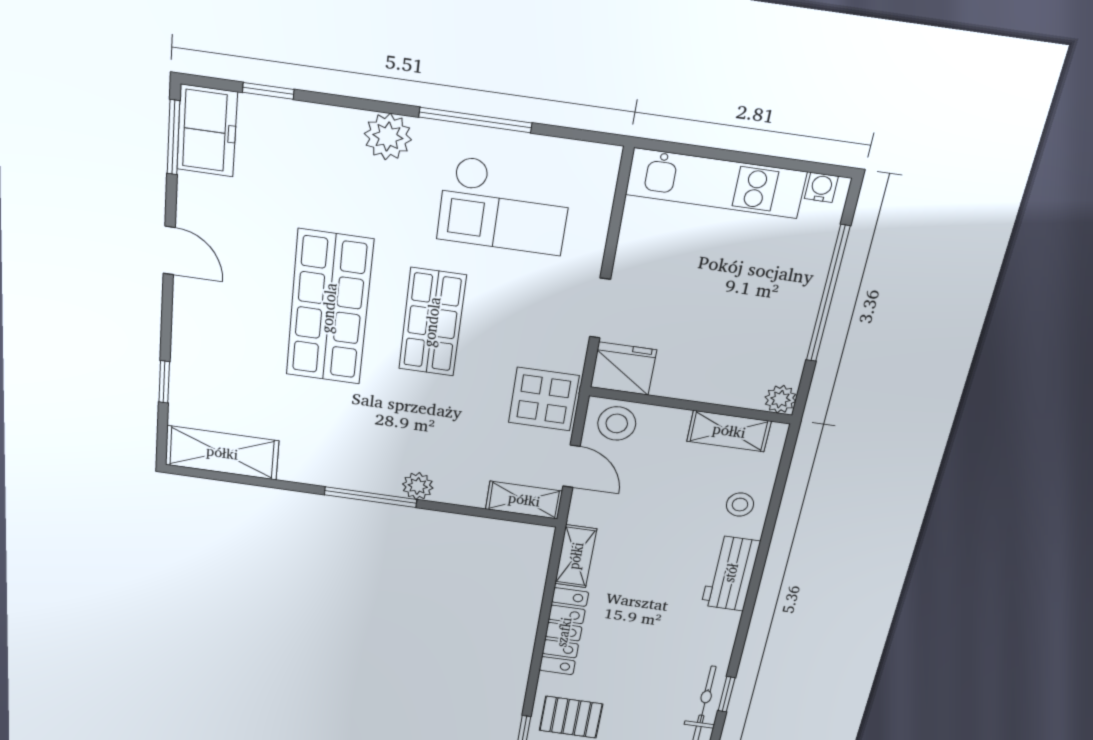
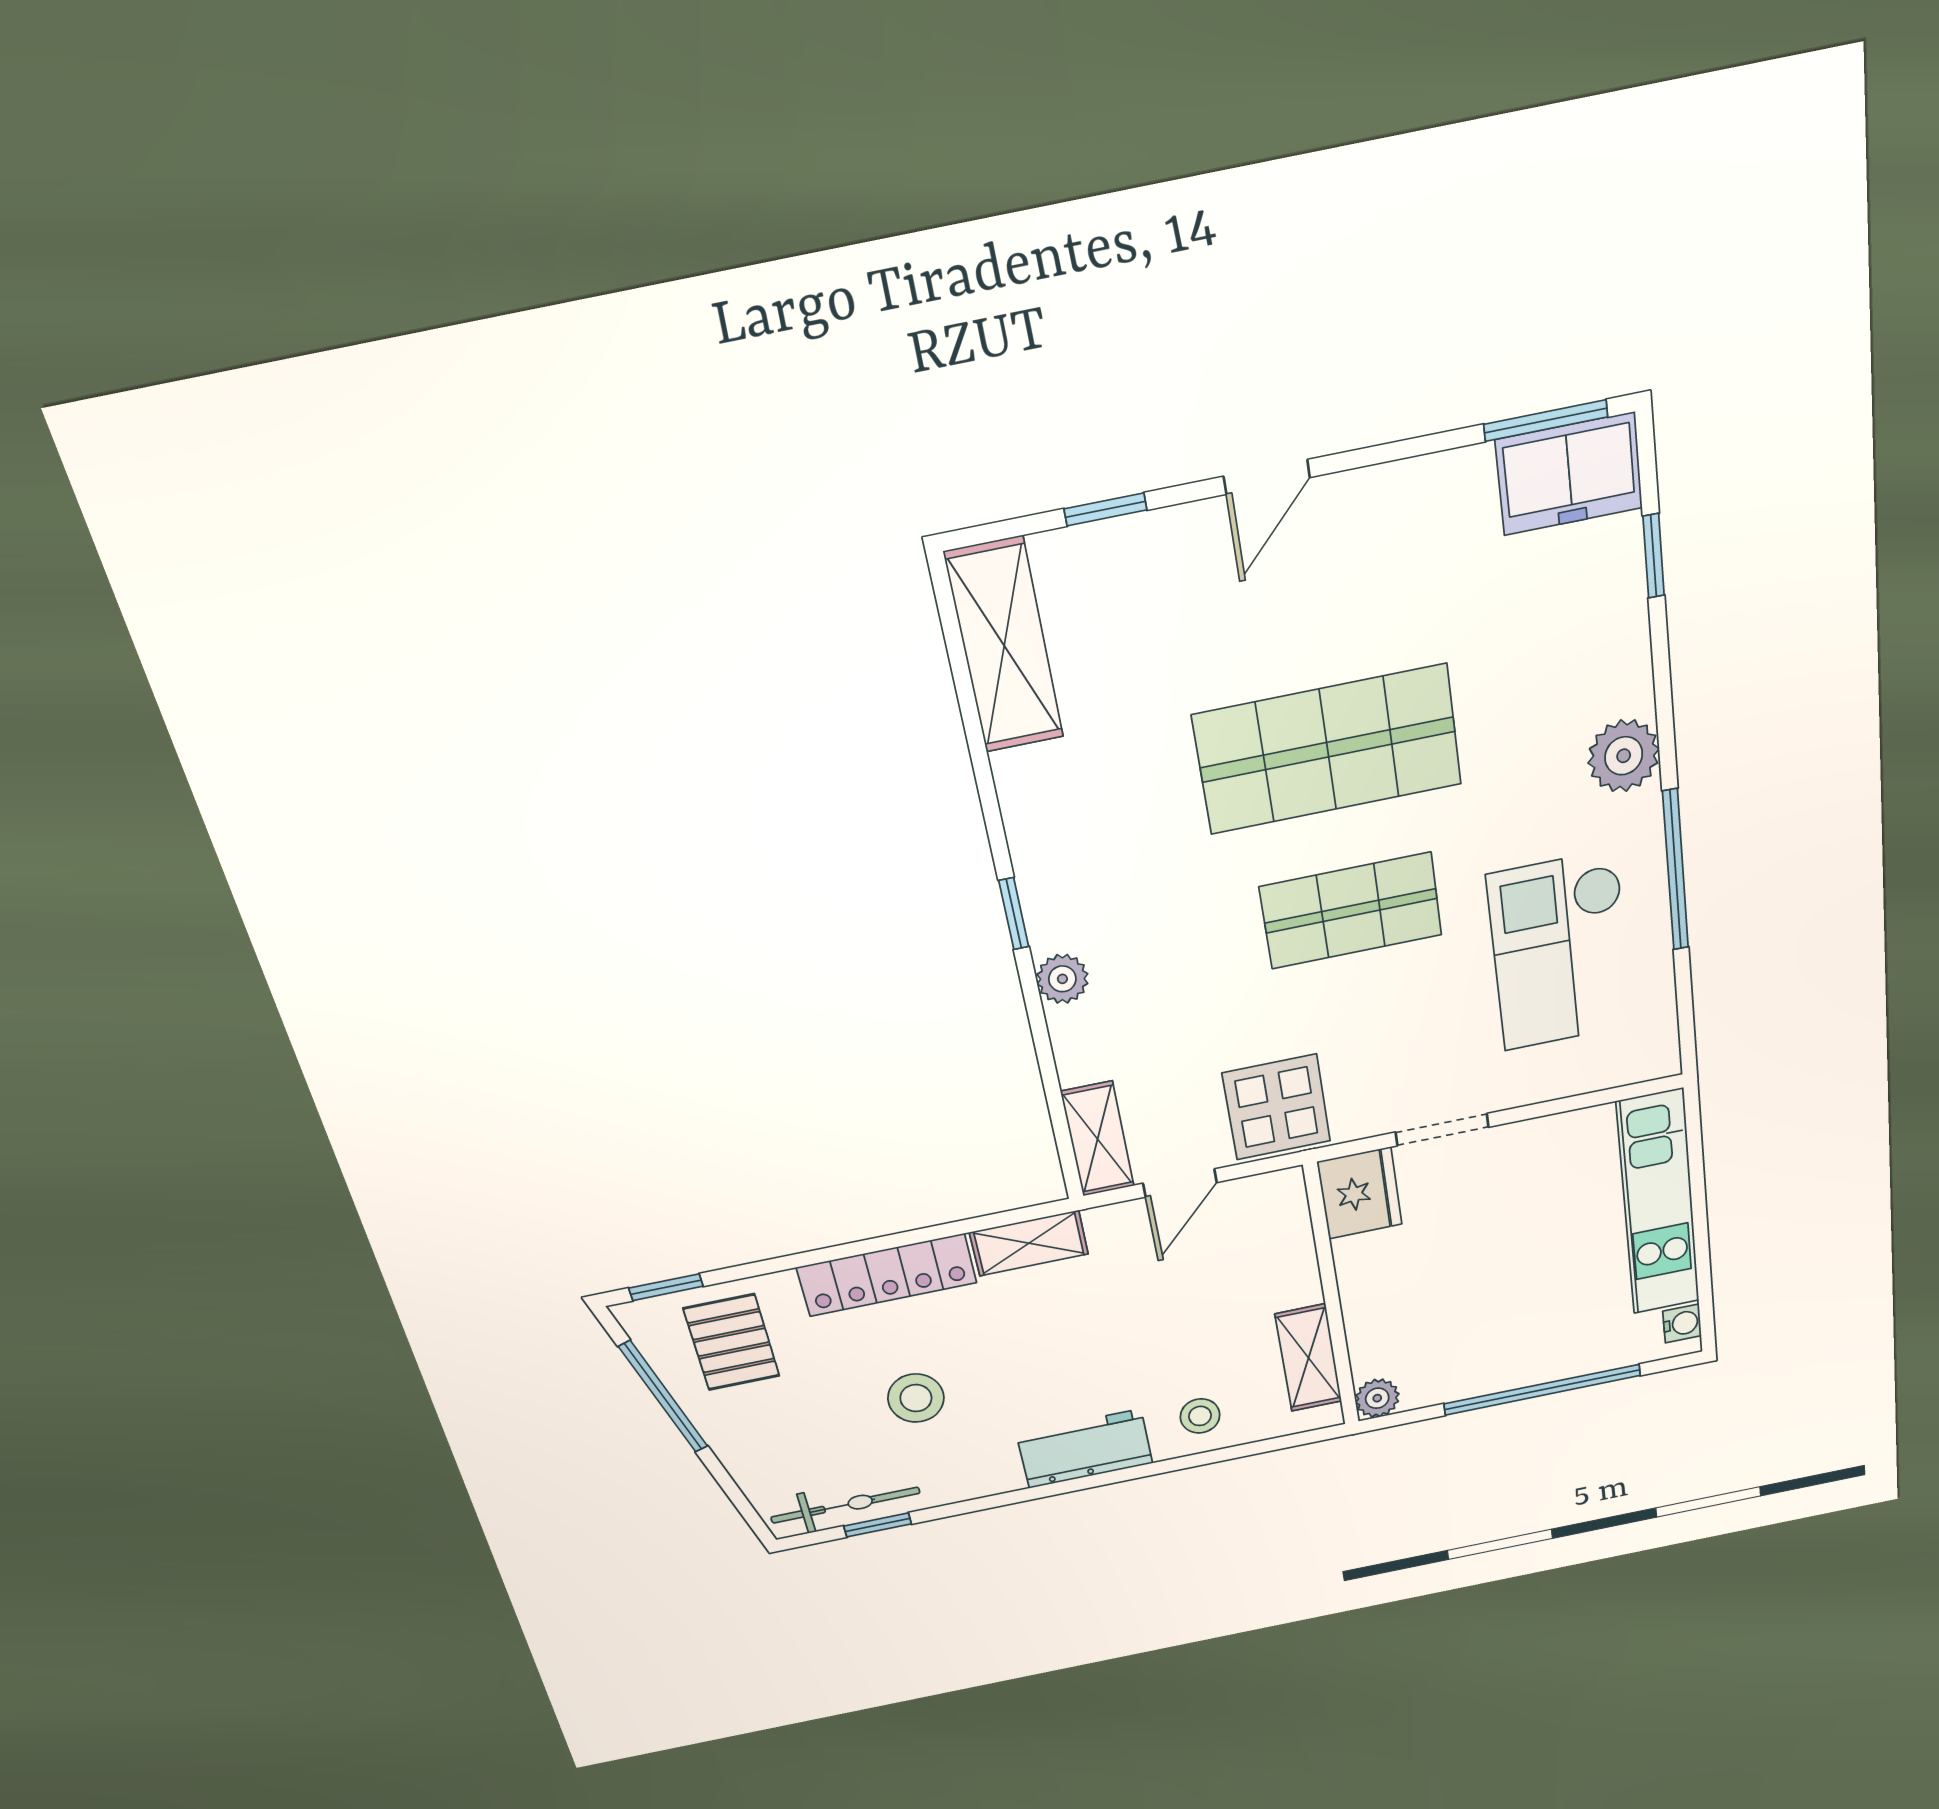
door: (169, 250) -> (1267, 477), moved
stool: (617, 423) -> (916, 1398), moved
window: (371, 497) -> (1014, 914), width x0.46

